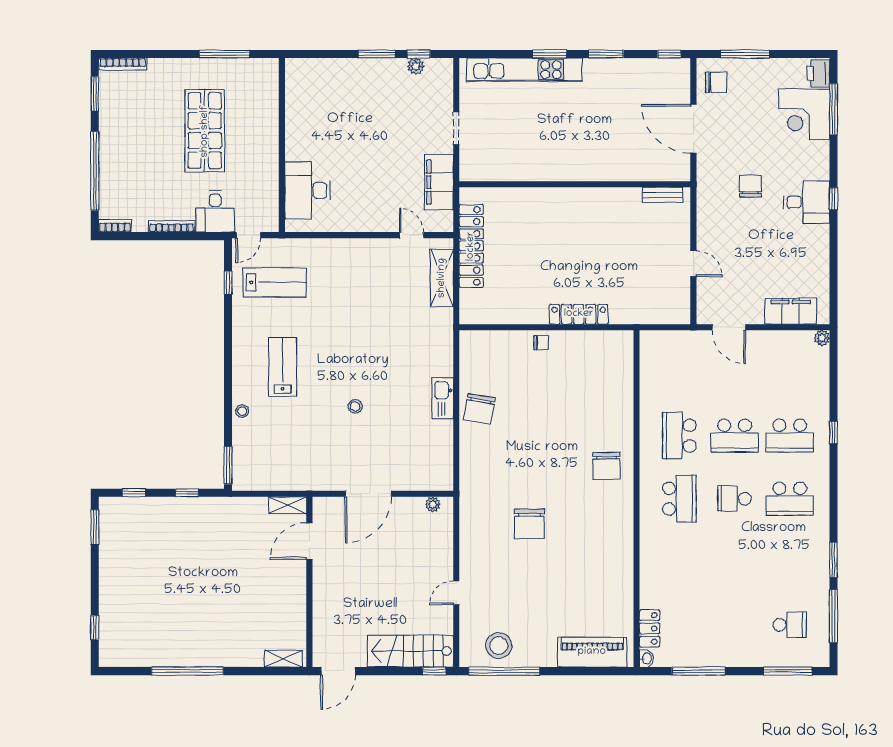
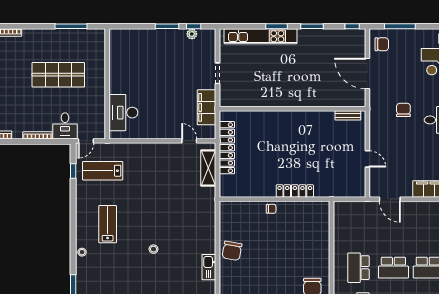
shop shelf: (205, 131) -> (58, 75), turned 90
lab bench: (275, 282) -> (103, 171), turned 180
kitchen sink: (443, 398) -> (209, 267), moved

